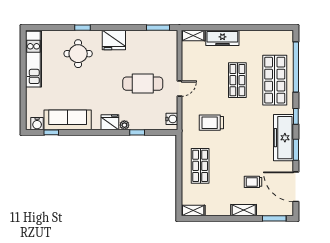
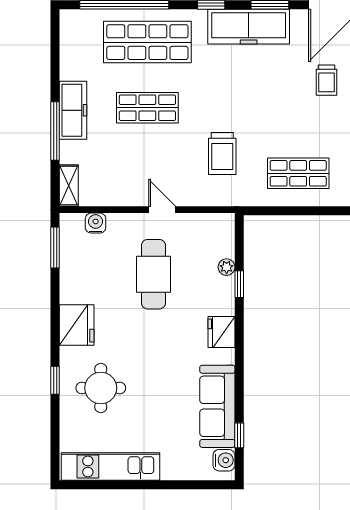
window: (224, 28) -> (55, 131), added
freezer: (222, 38) -> (73, 110), moved
water cooler: (172, 119) -> (96, 223), moved
plant: (124, 125) -> (227, 267), moved

